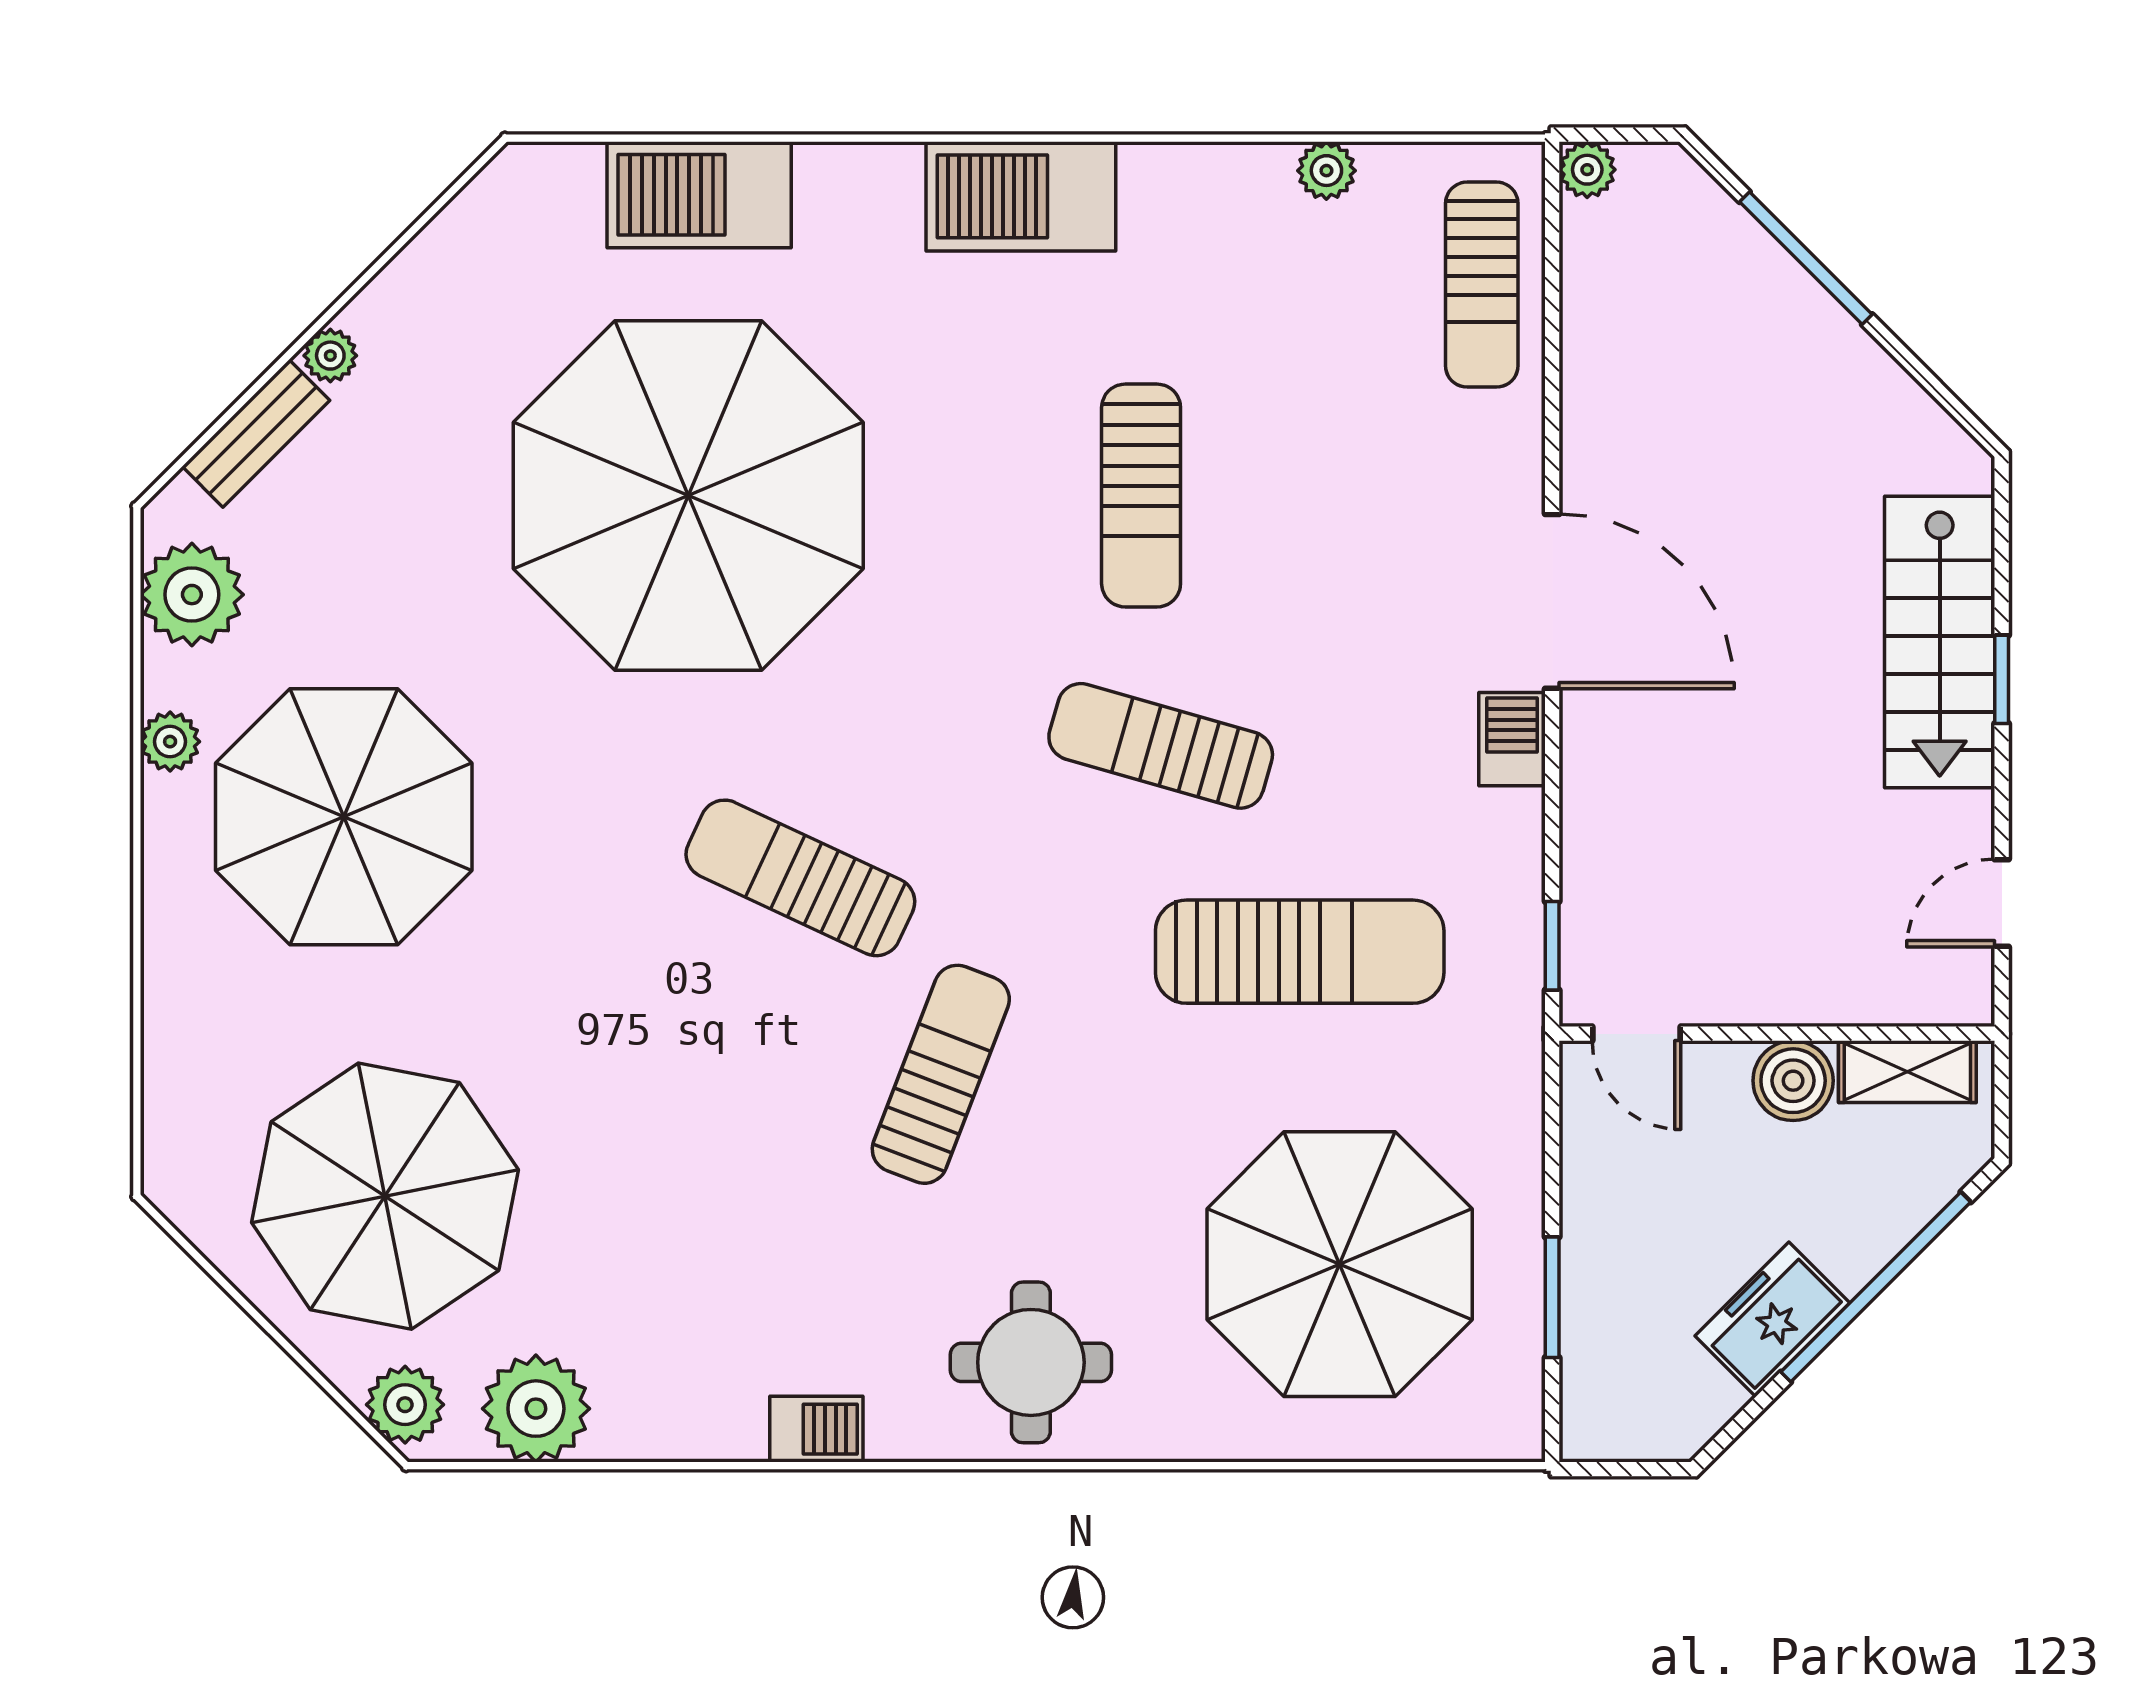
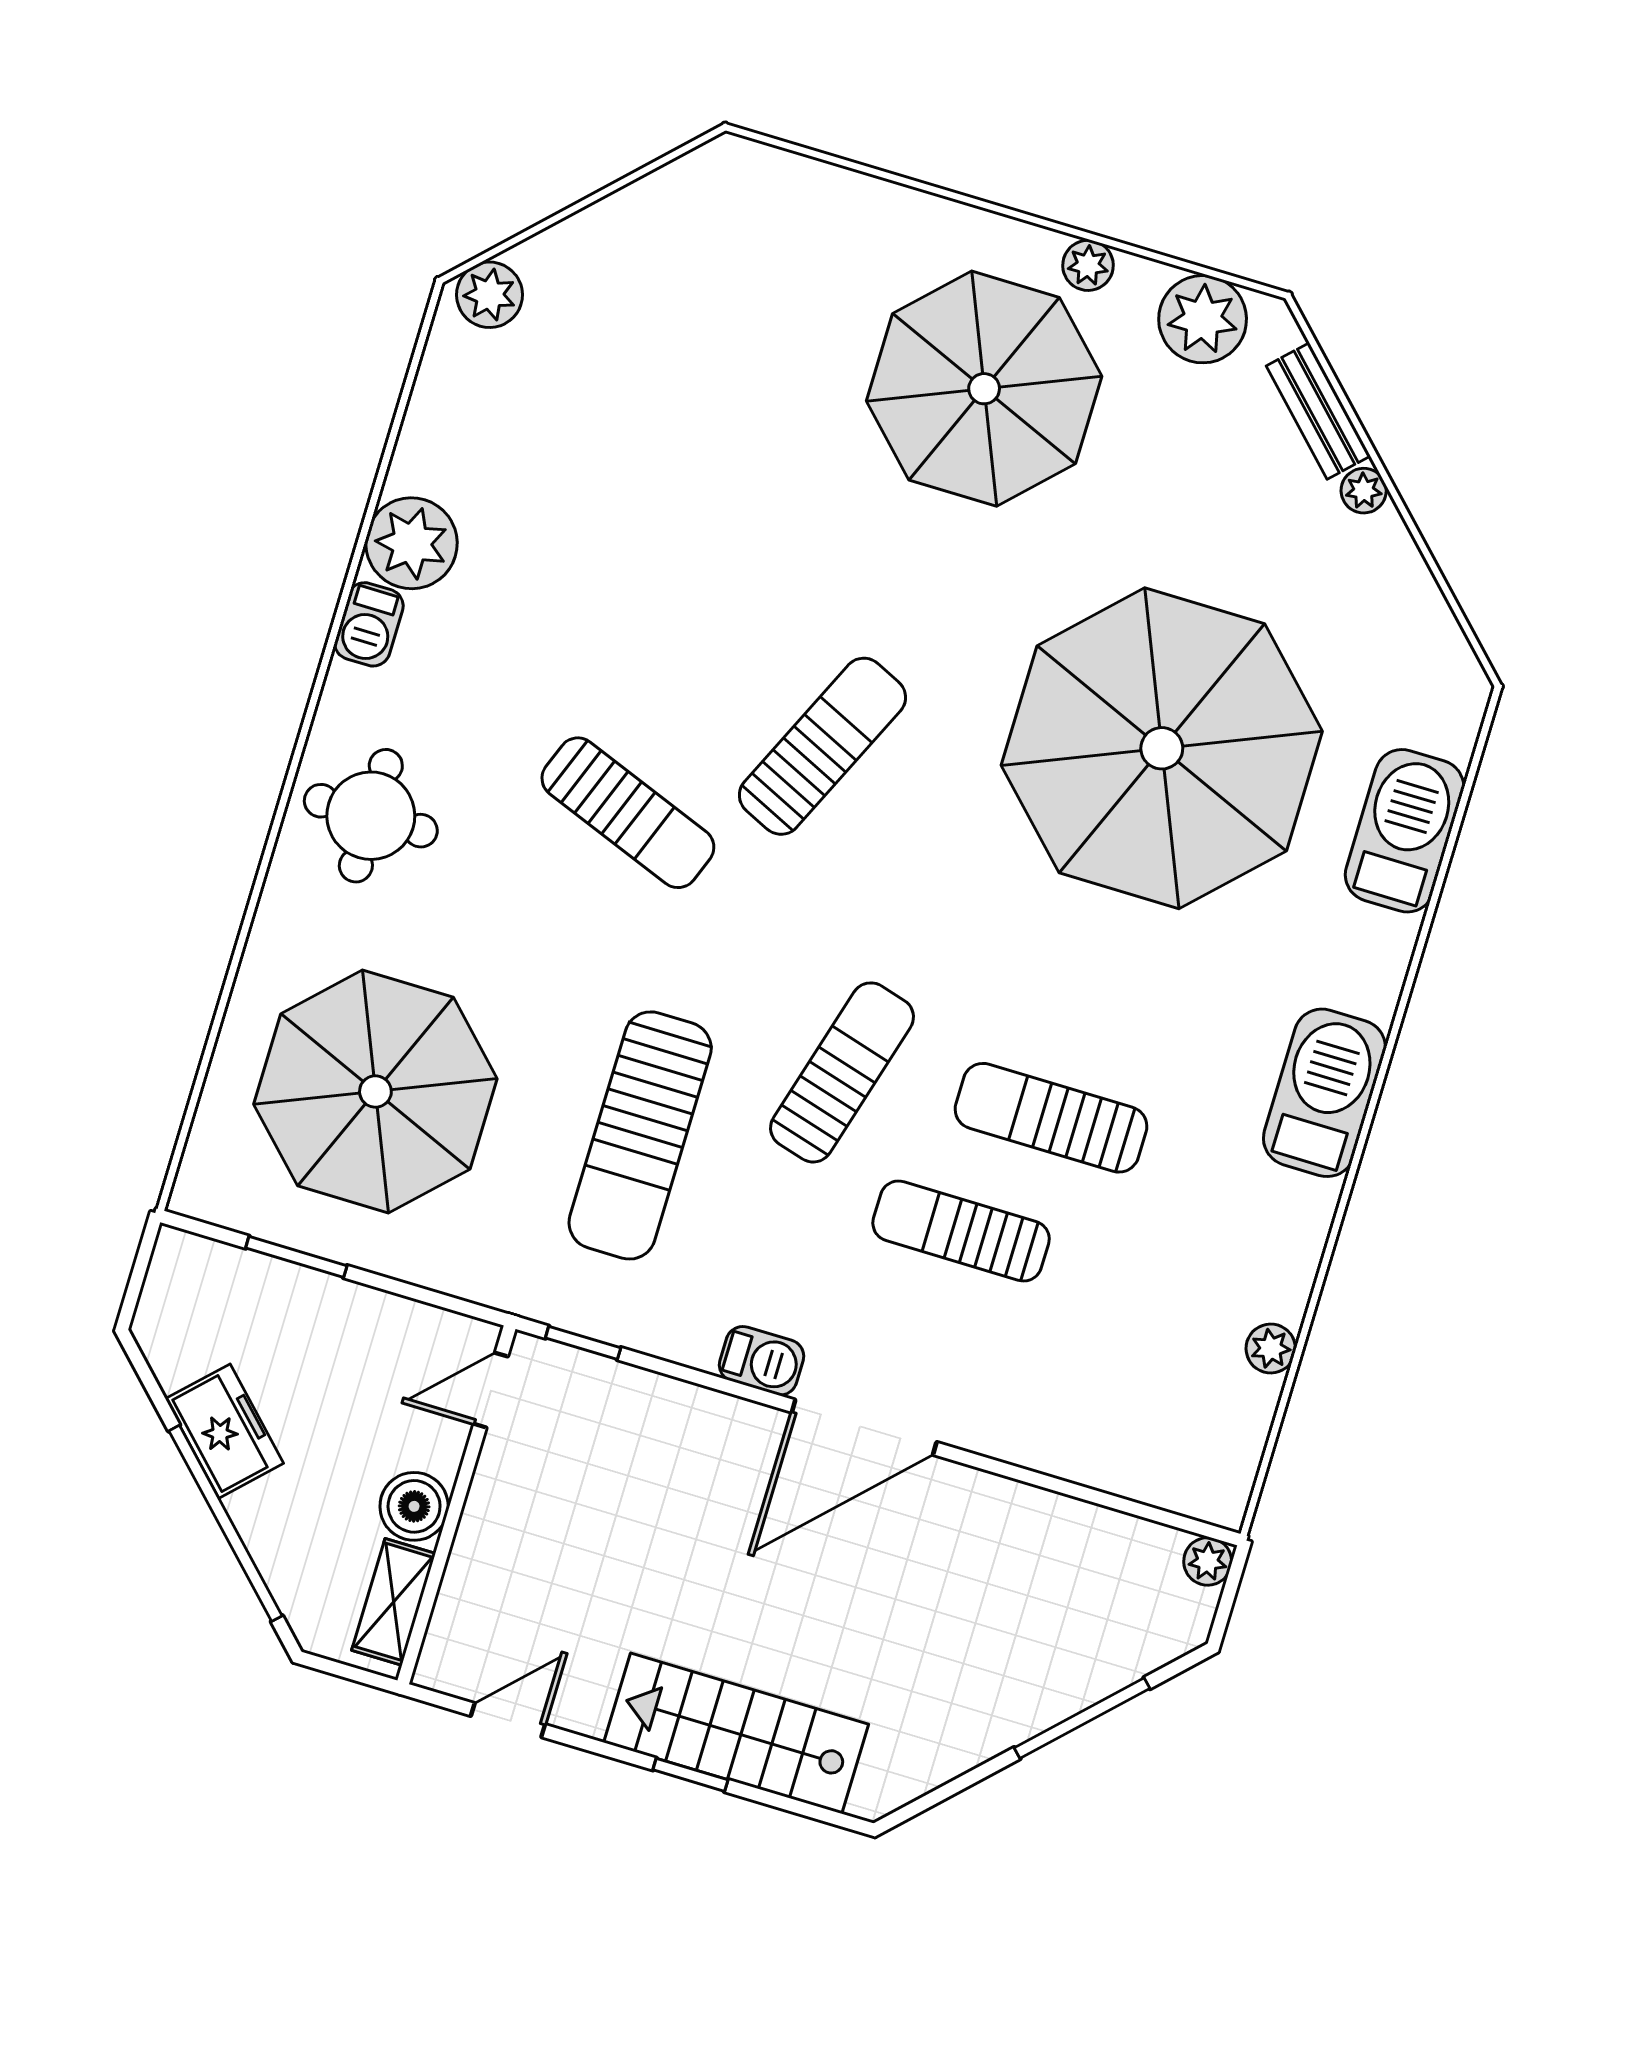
sun lounger: (1482, 285) -> (961, 1231), moved
door: (2002, 903) -> (508, 1720), hinge flipped
parasol: (385, 1196) -> (665, 329), removed
plant: (536, 1409) -> (412, 543), moved

